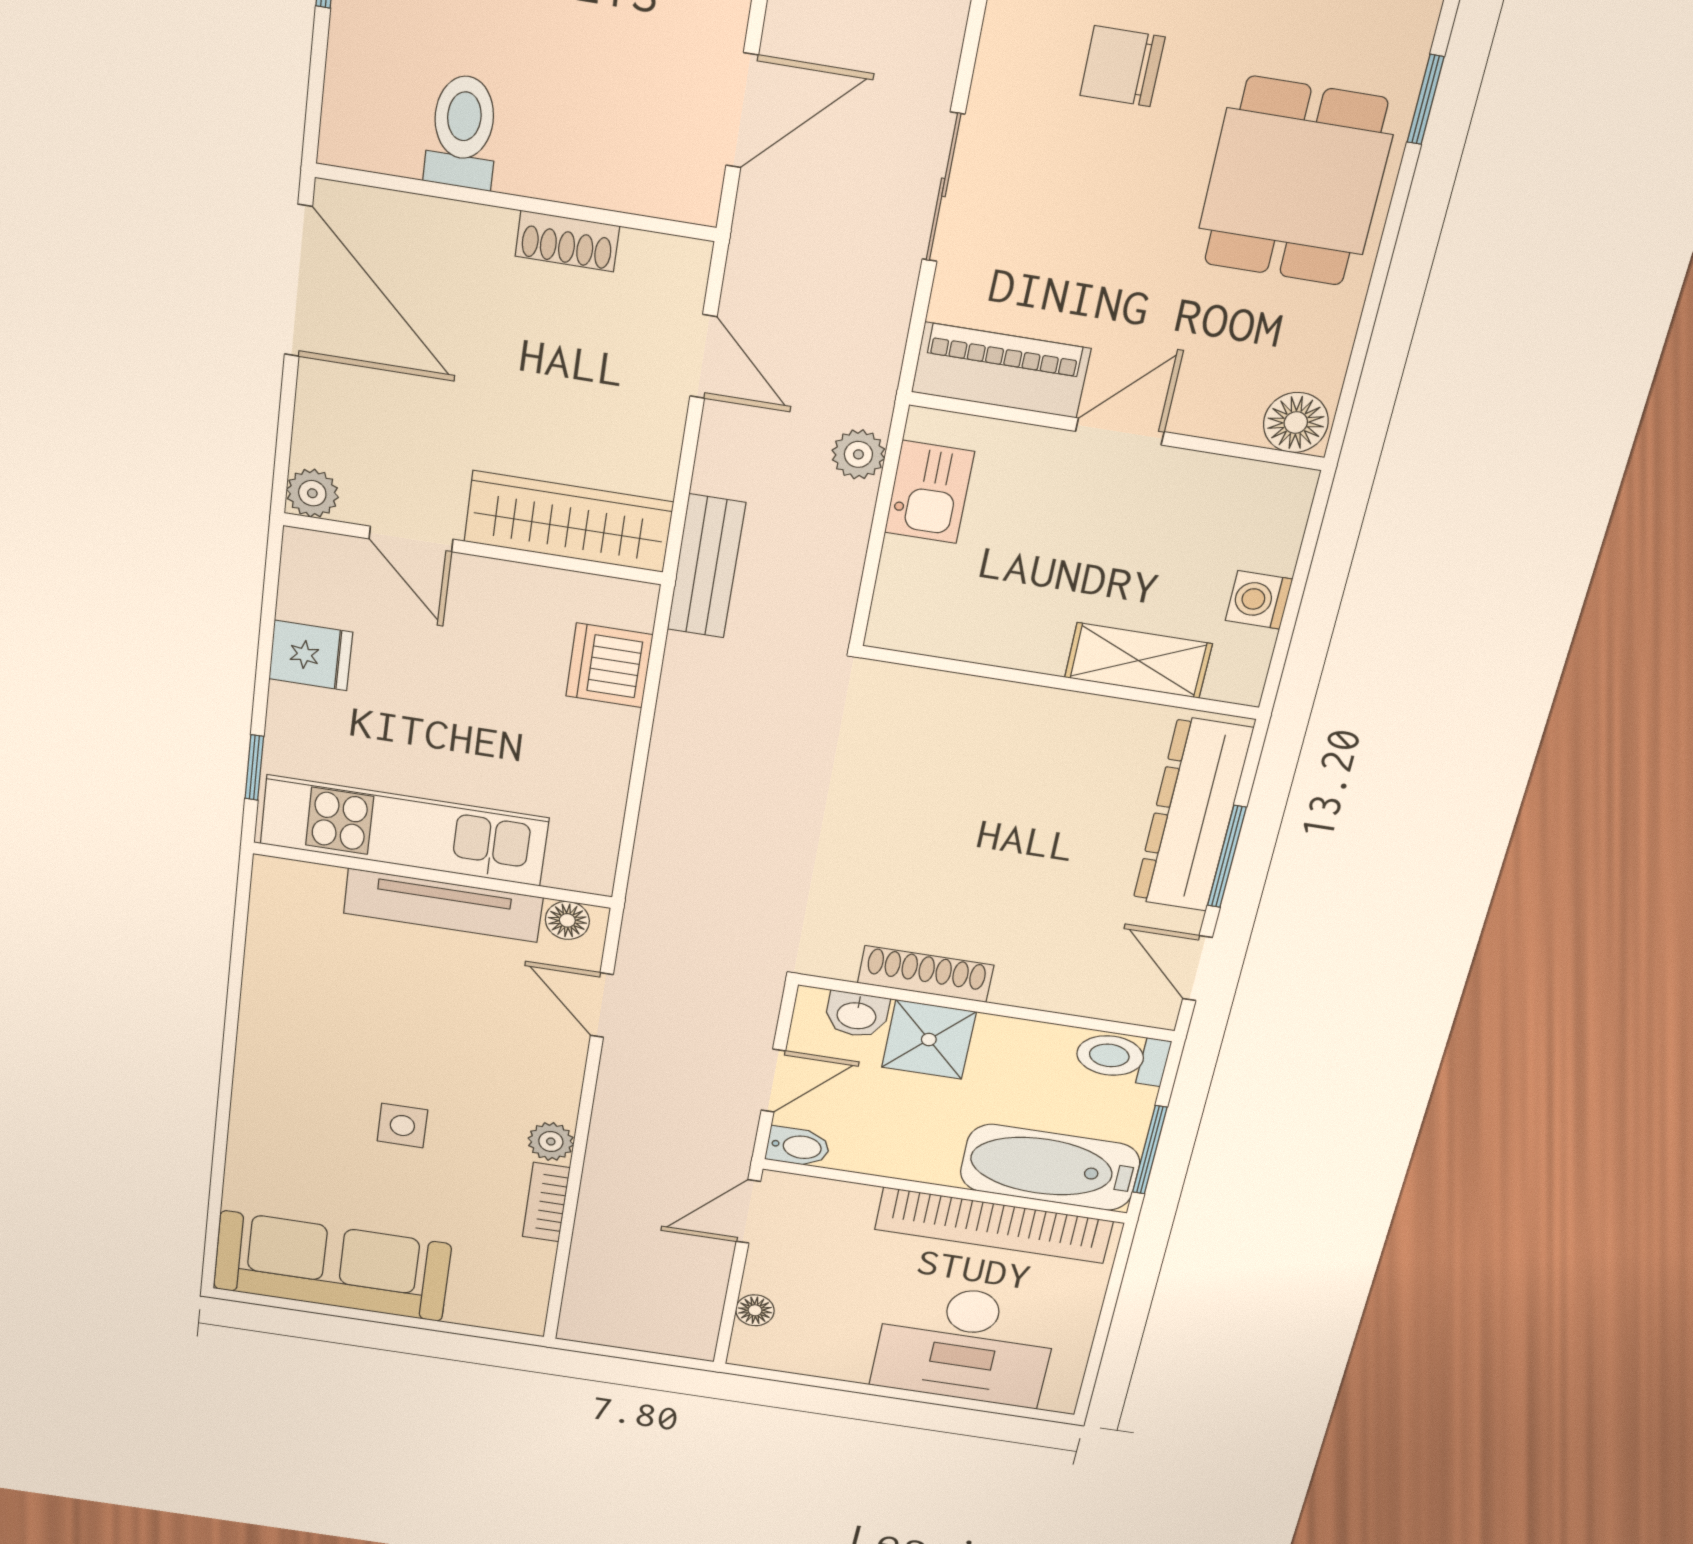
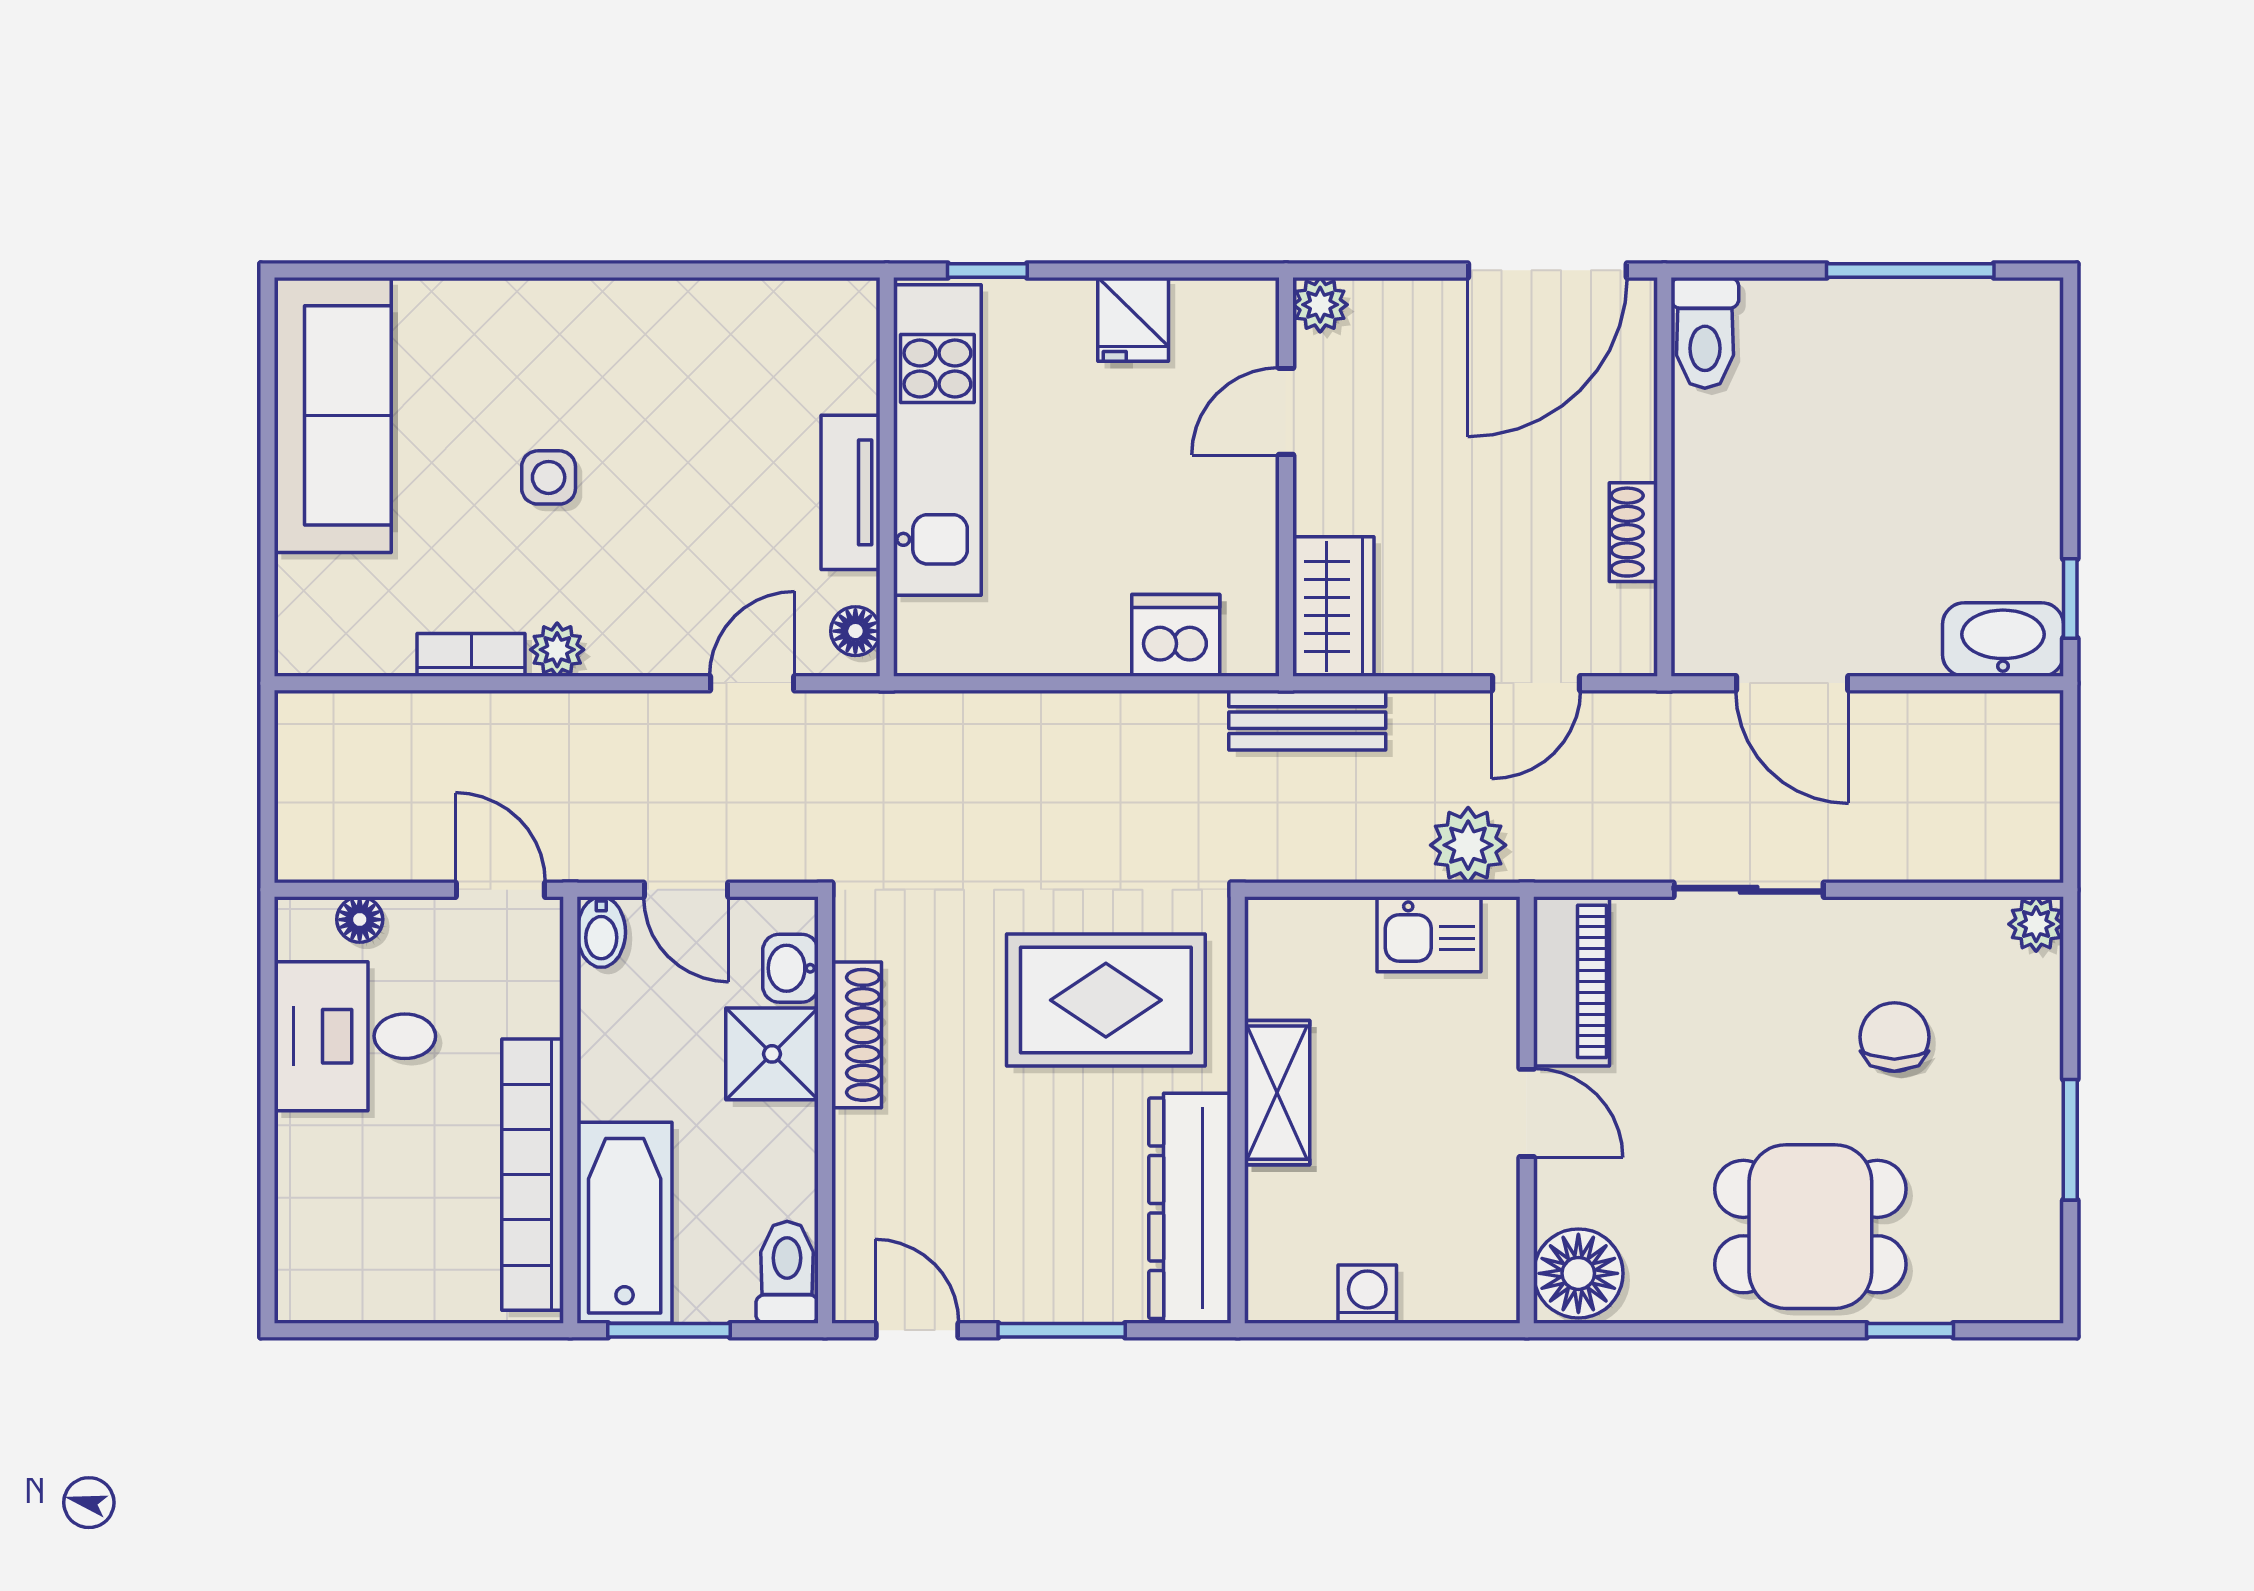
toilet: (463, 132) -> (1705, 333), moved, turned 90
floor lamp: (1296, 423) -> (1578, 1273), width x1.38, depth x1.38
plant: (858, 454) -> (1468, 845), width x1.38, depth x1.38
wardrobe: (569, 522) -> (1333, 607), width x0.67
shelving: (1138, 661) -> (1277, 1093), moved
rug: (935, 775) -> (1106, 1000), added
dresser: (1192, 815) -> (1190, 1208), moved, turned -90
tv unit: (443, 905) -> (850, 492), width x0.71
door: (1197, 968) -> (917, 1330), hinge flipped
desk: (965, 1345) -> (355, 1036), moved, width x0.73

